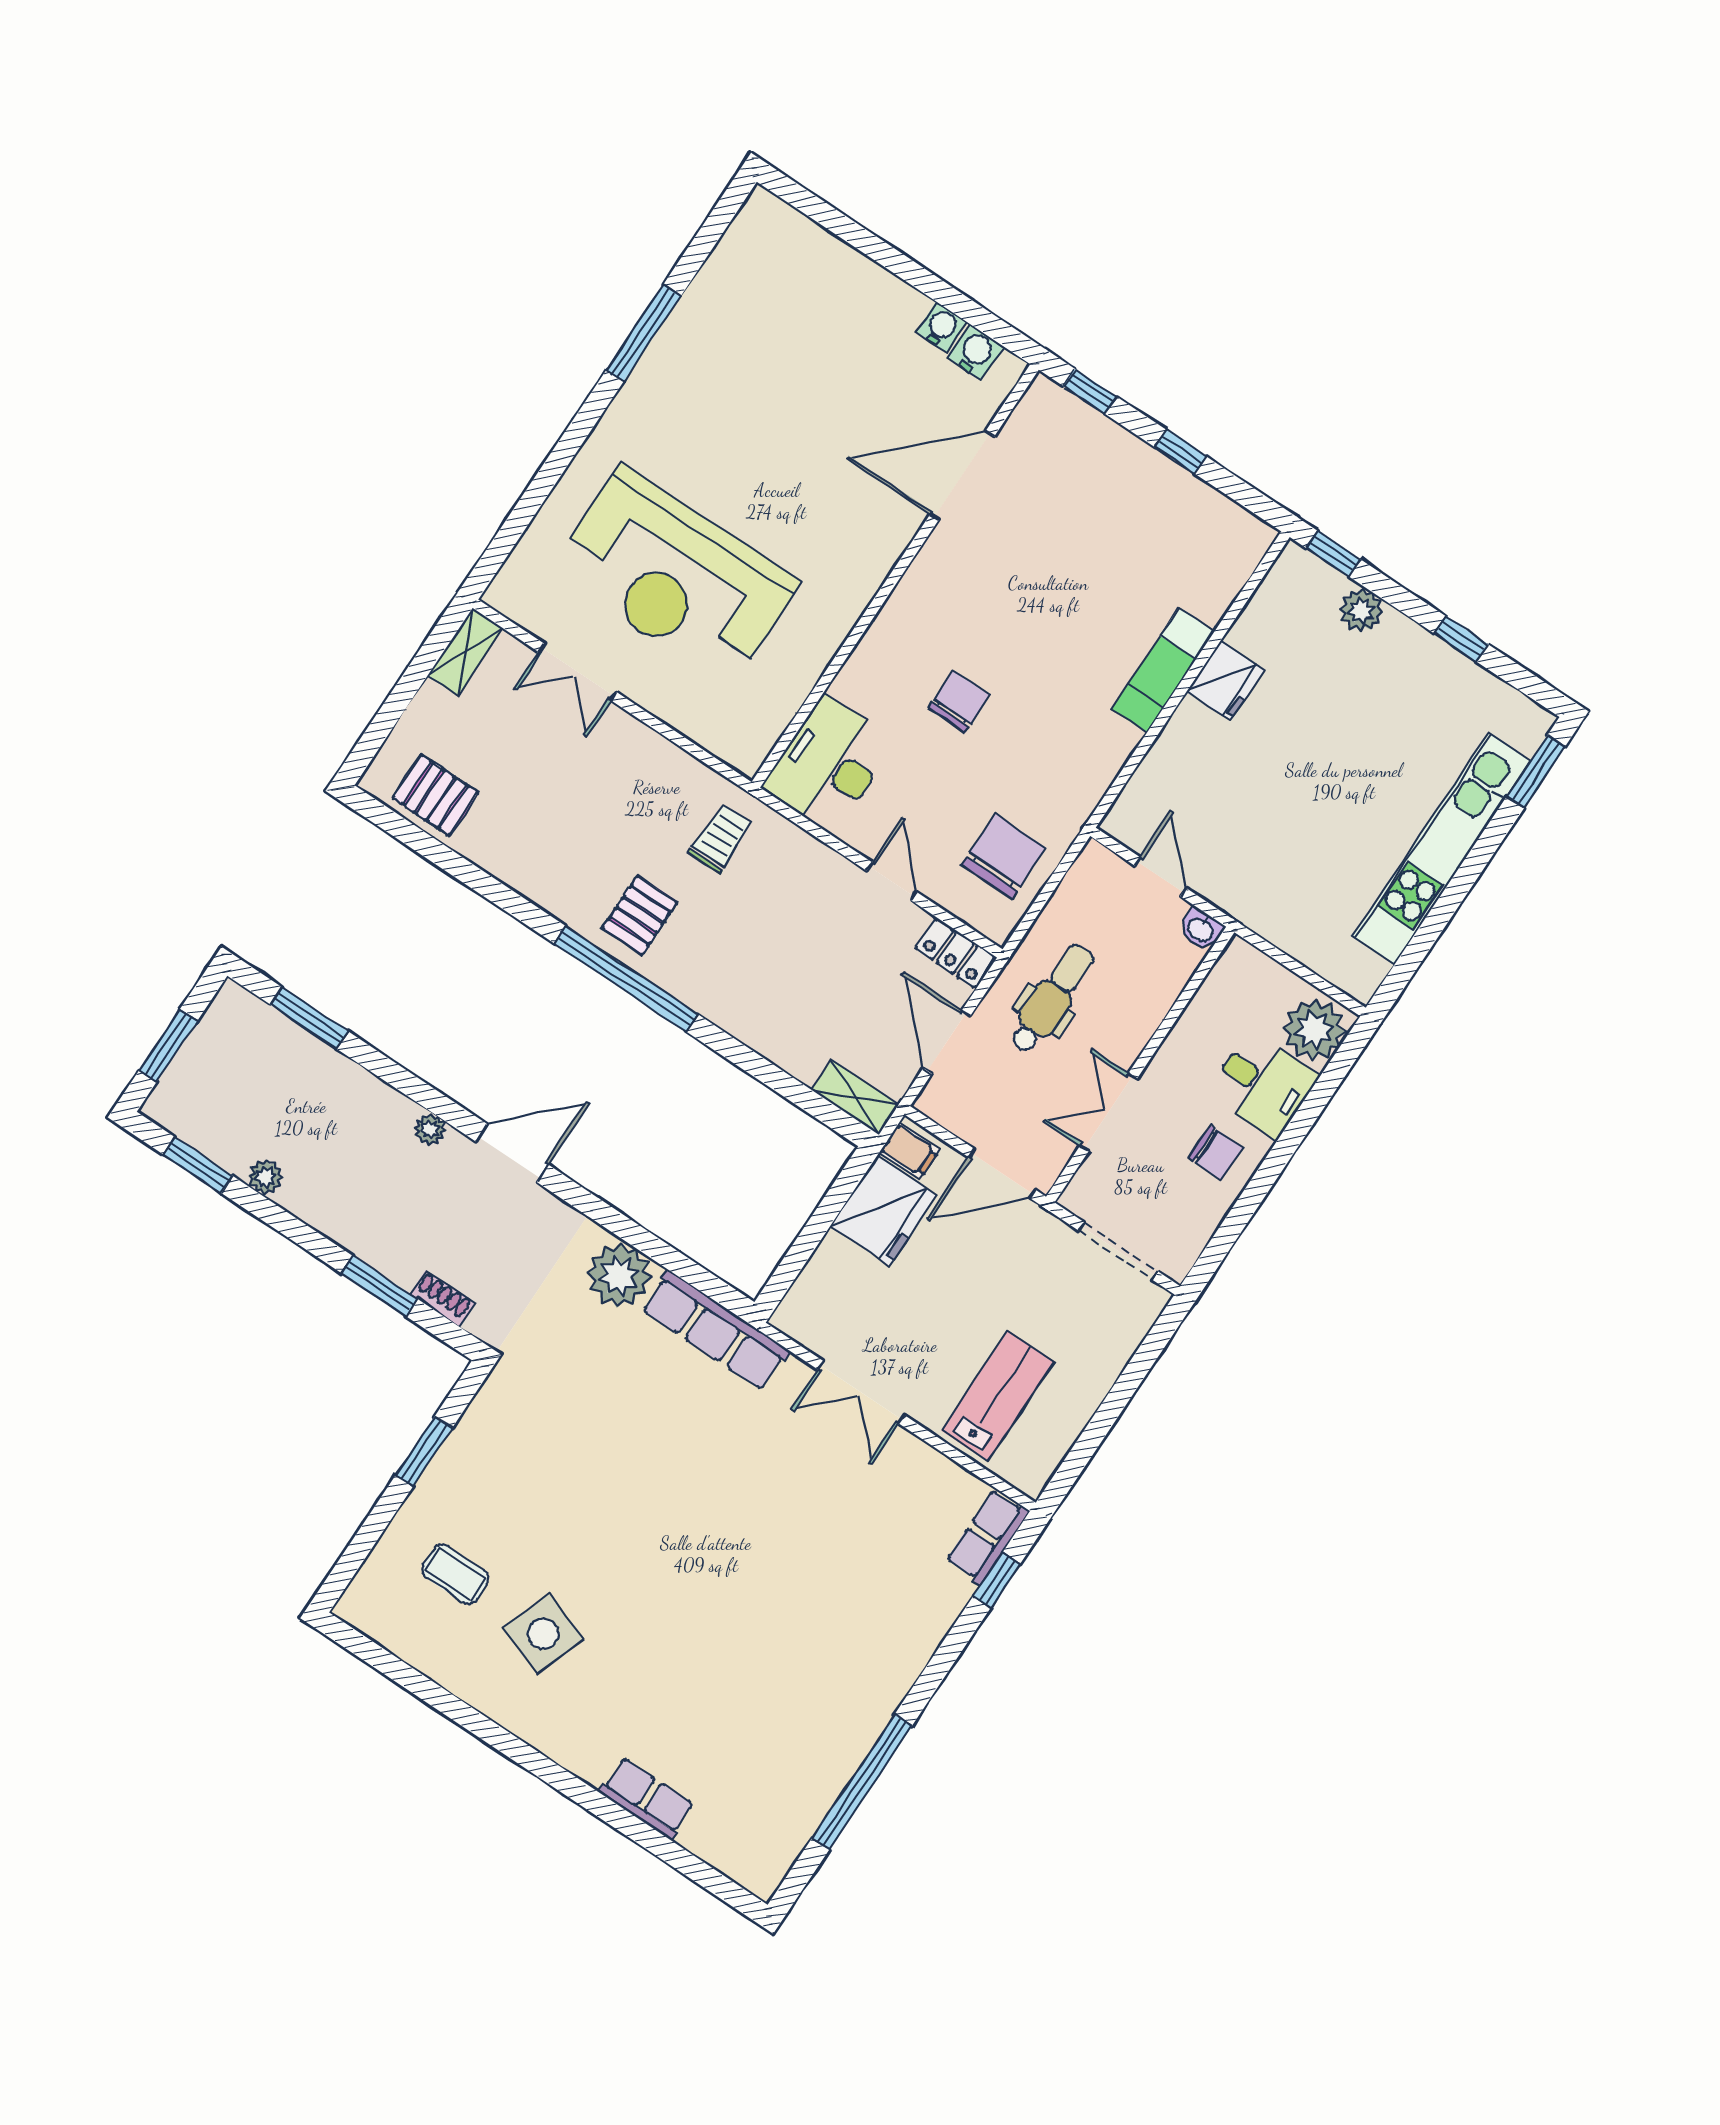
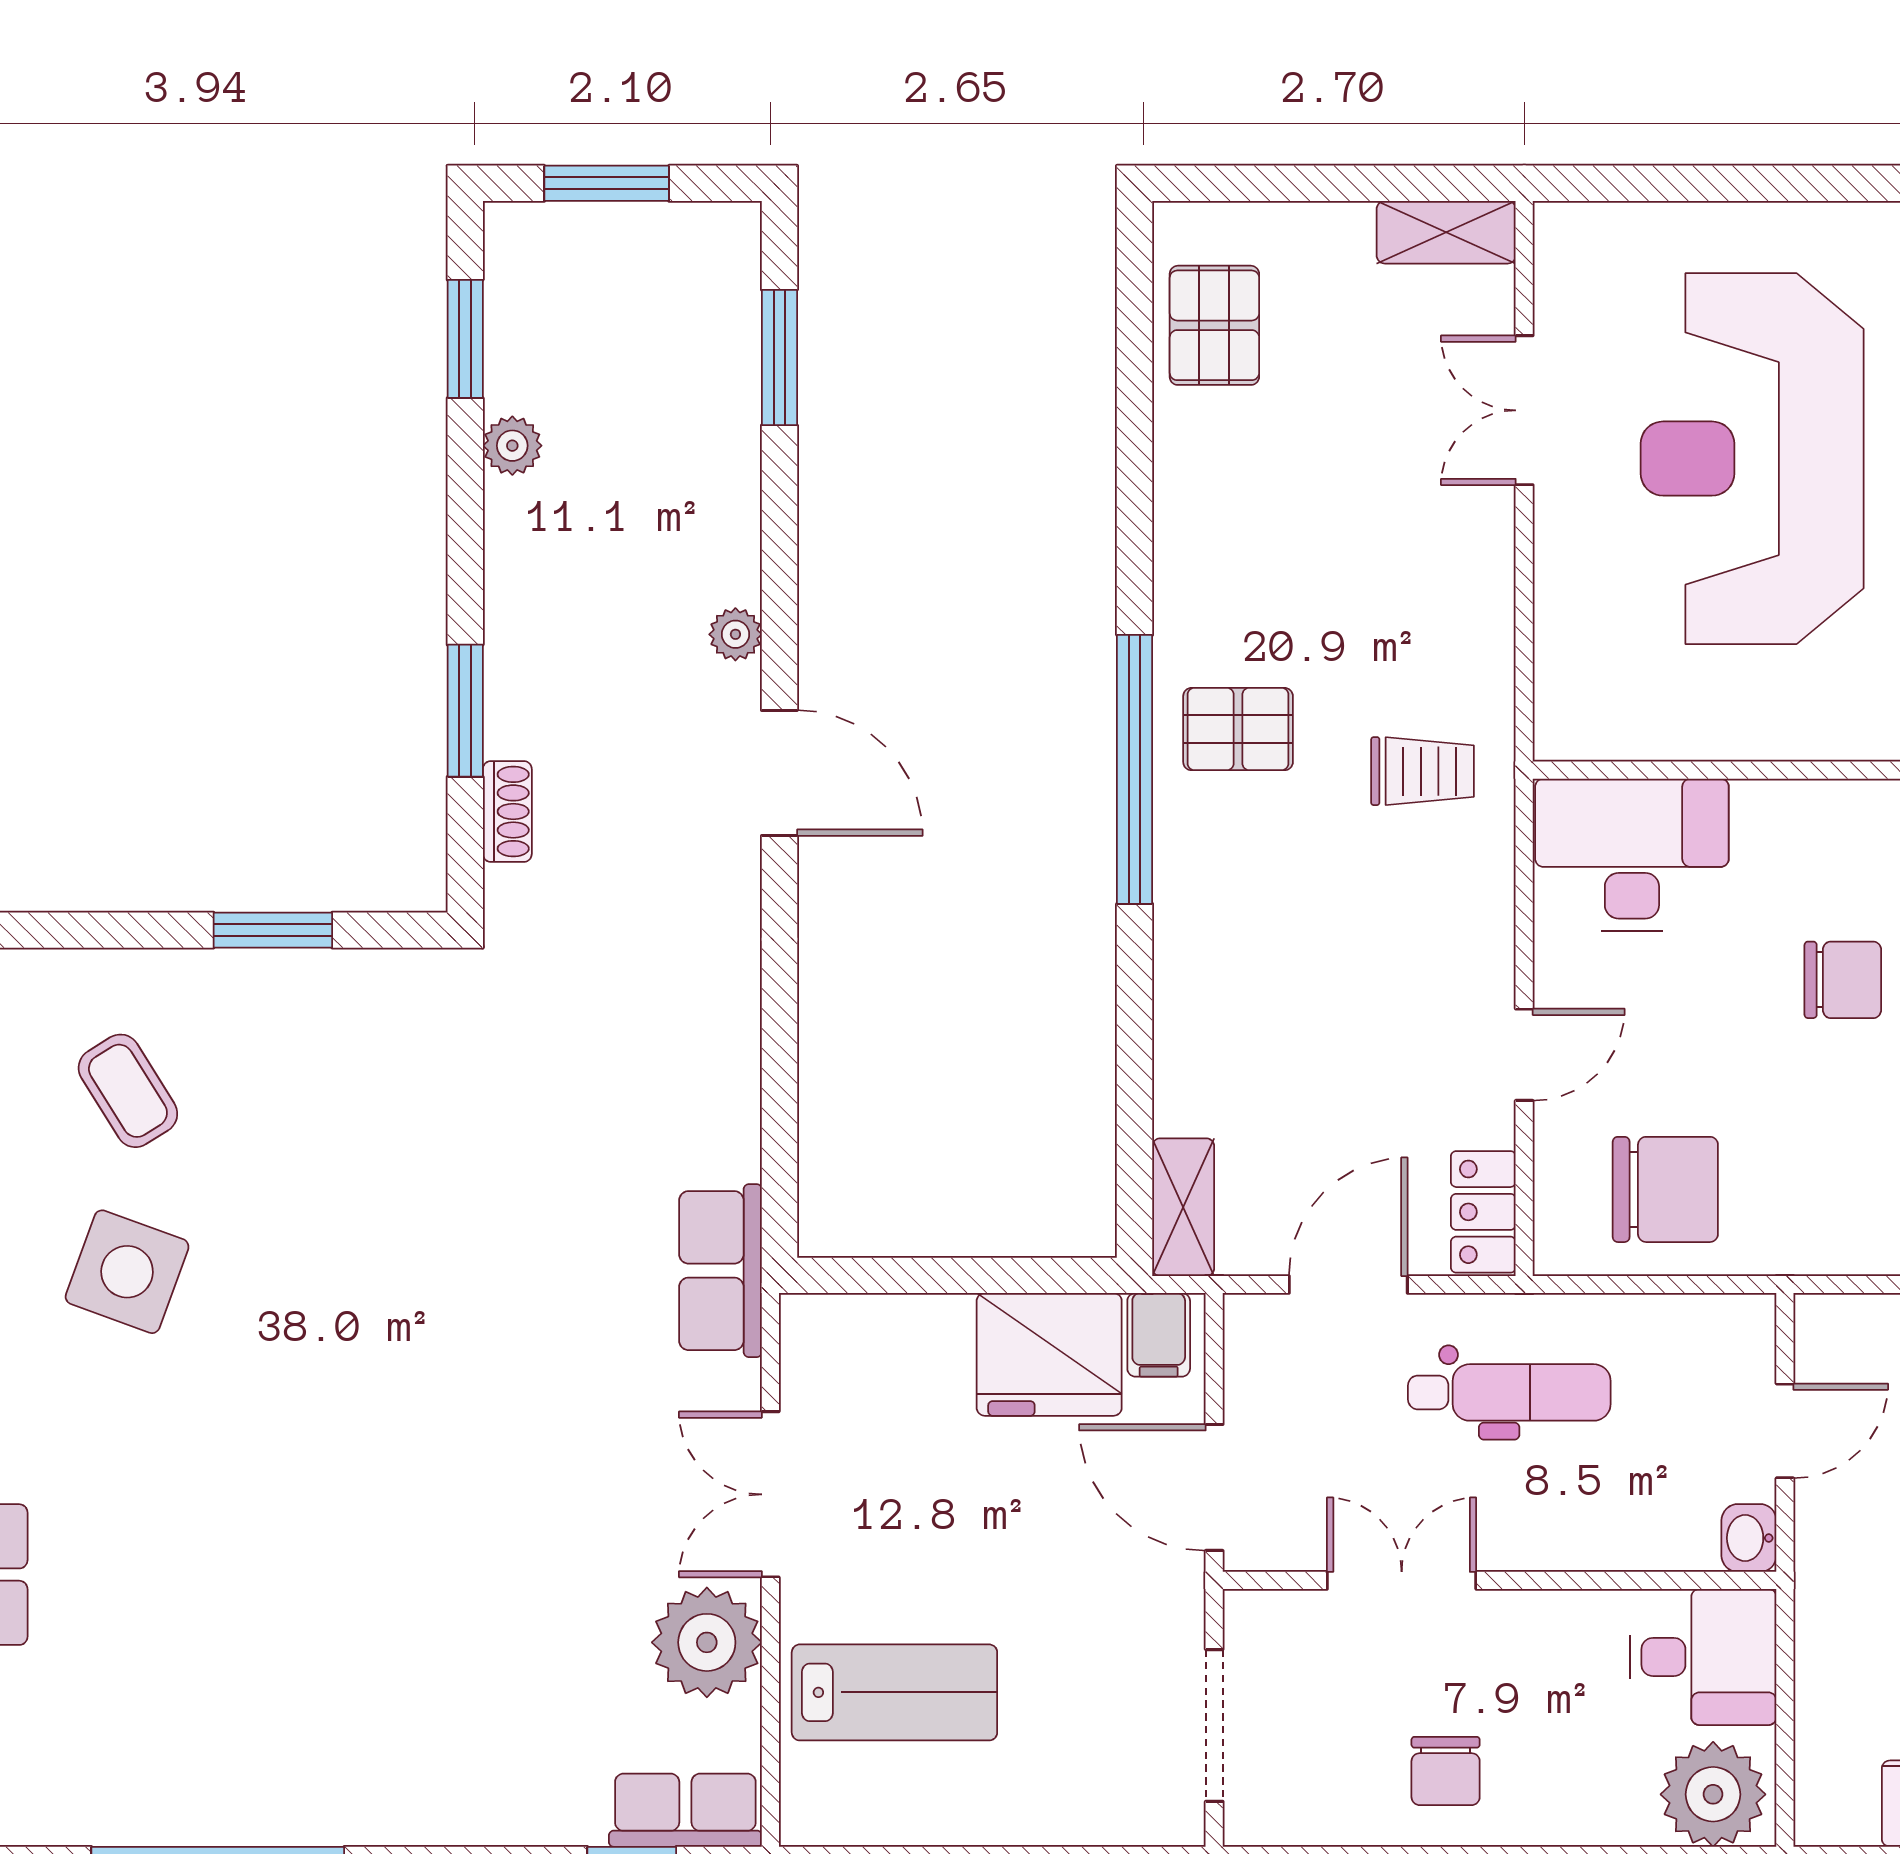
desk: (1263, 1085) -> (1703, 1657), moved, turned -90
plant: (619, 1276) -> (707, 1642), moved
row of seats: (715, 1330) -> (720, 1271), width x0.68
coffee table: (455, 1574) -> (128, 1091), turned -32

